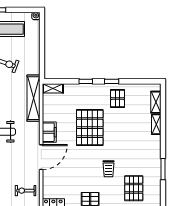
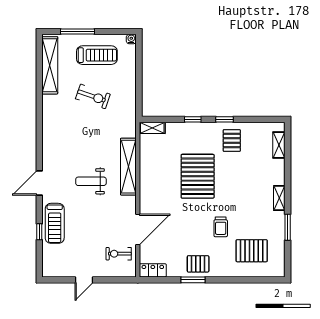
shelving: (33, 98) -> (128, 167), moved
shelving: (156, 124) -> (279, 198), moved
filing cabinet: (49, 132) -> (148, 182), removed
door: (41, 157) -> (138, 230), moved
pallet: (134, 188) -> (252, 251), turned 90

